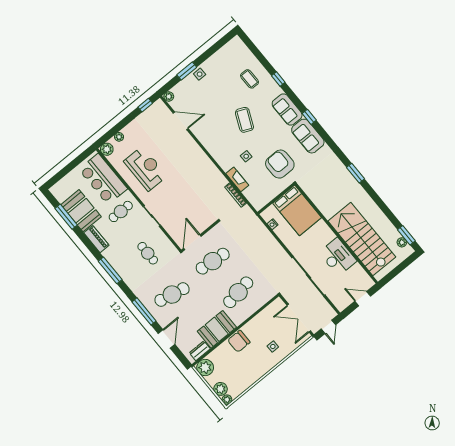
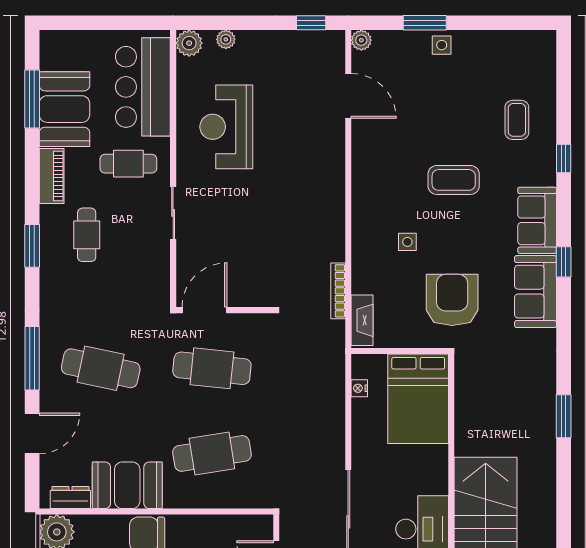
coffee table: (244, 120) -> (454, 180), turned 66
reception desk: (145, 169) -> (226, 127), turned 180
fireplace: (237, 179) -> (362, 320), moved
cafe table: (148, 253) -> (87, 235), moved
window: (110, 270) -> (32, 246), width x0.69

